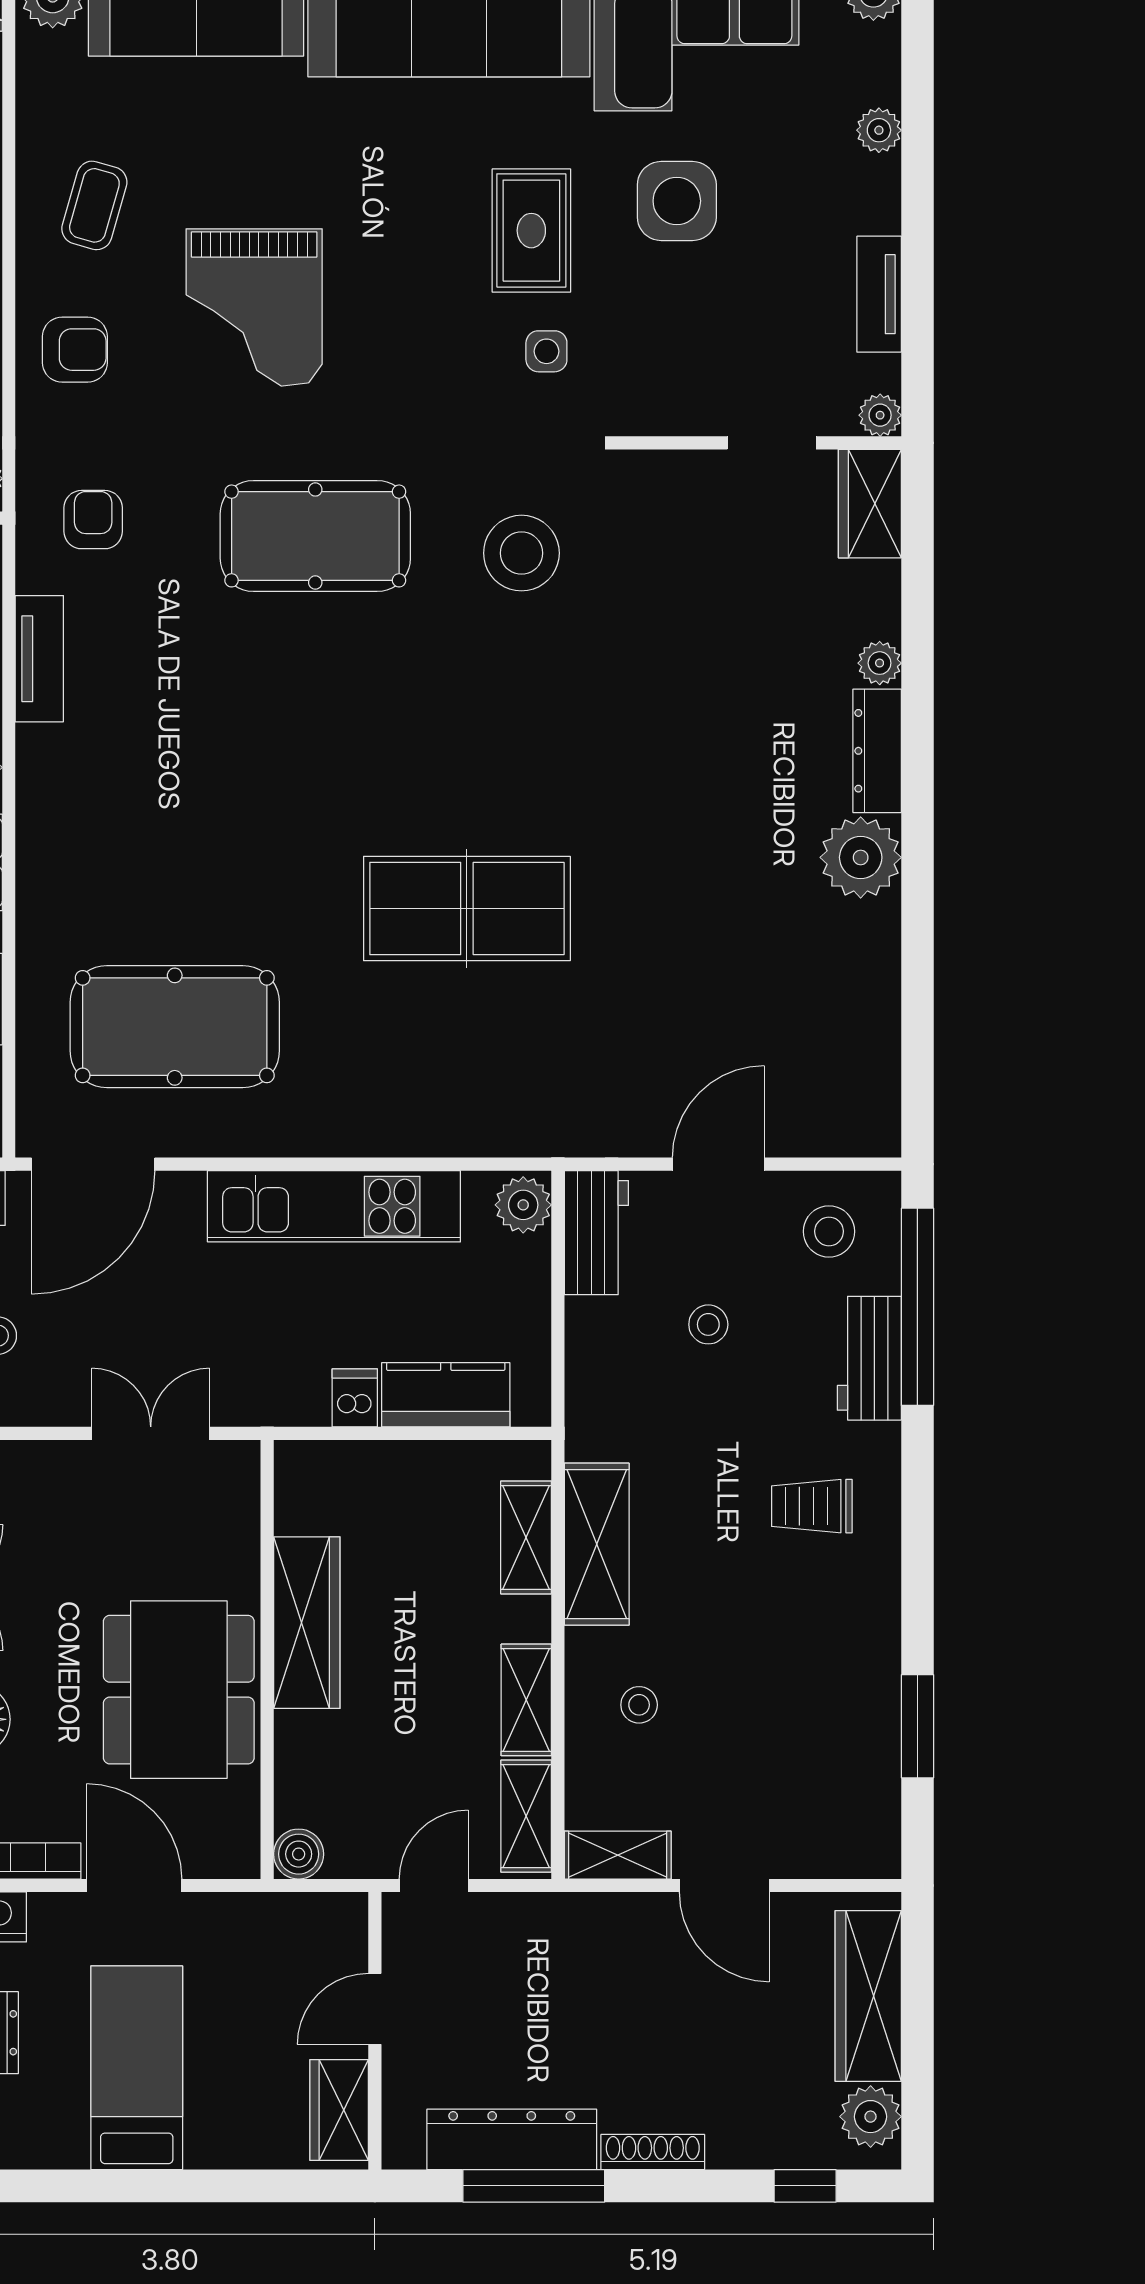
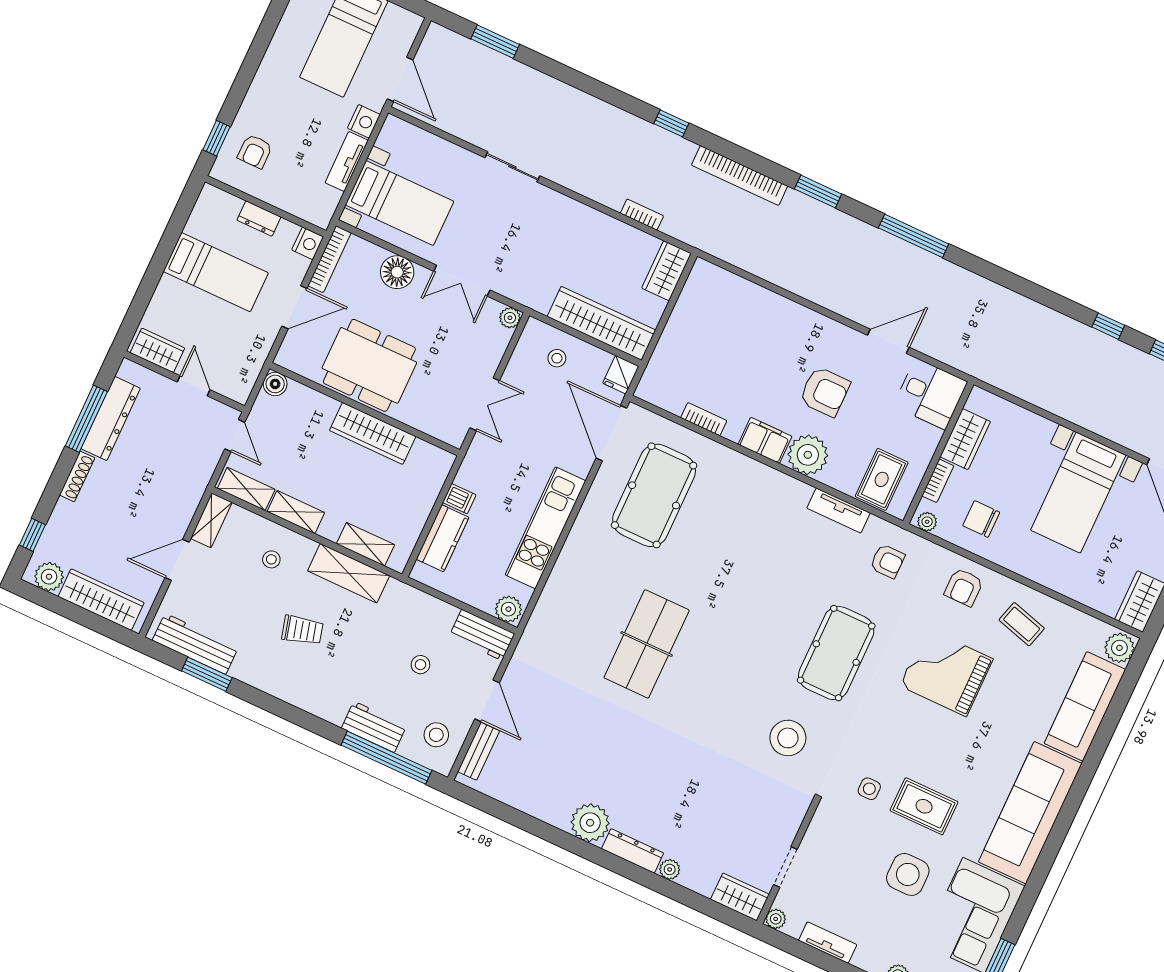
bench: (823, 1136) -> (479, 751), added
trolley: (812, 1506) -> (302, 630), moved, turned 75
workbench: (869, 1776) -> (195, 644), added

